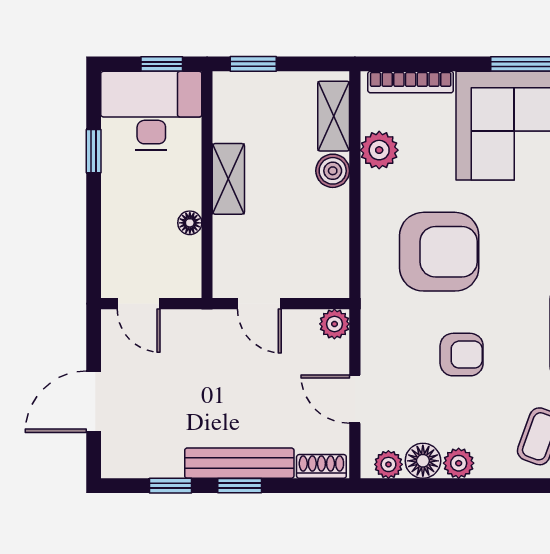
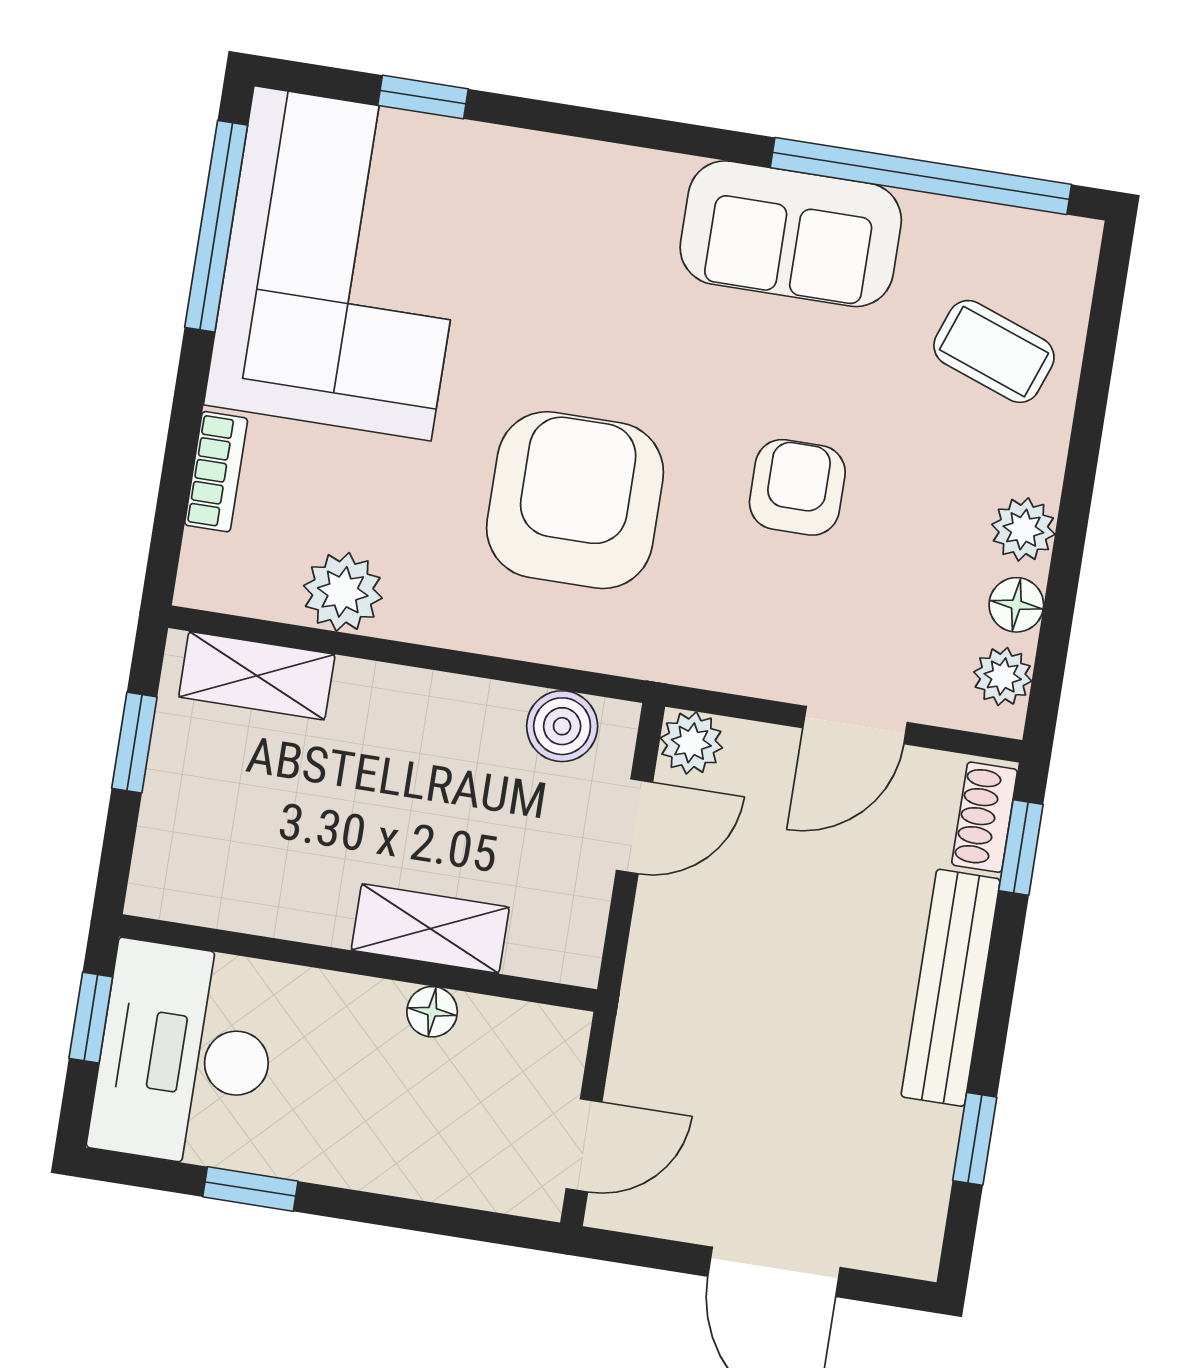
window: (253, 64) -> (134, 743), moved
bookcase: (411, 82) -> (216, 472), width x0.64
boiler: (333, 171) -> (562, 726), moved
shelving: (228, 179) -> (430, 929), moved
door: (259, 304) -> (634, 826), moved
floor lamp: (423, 461) -> (1016, 605), width x0.73, depth x0.73
window: (240, 486) -> (1021, 848), moved

